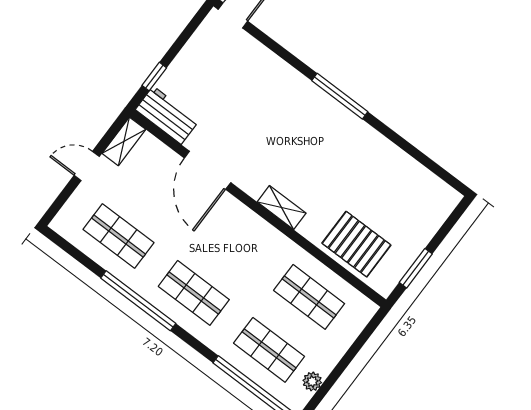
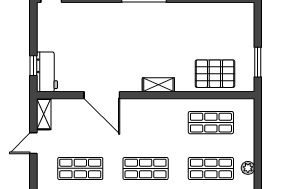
workbench: (167, 115) -> (47, 72), moved, turned 90

